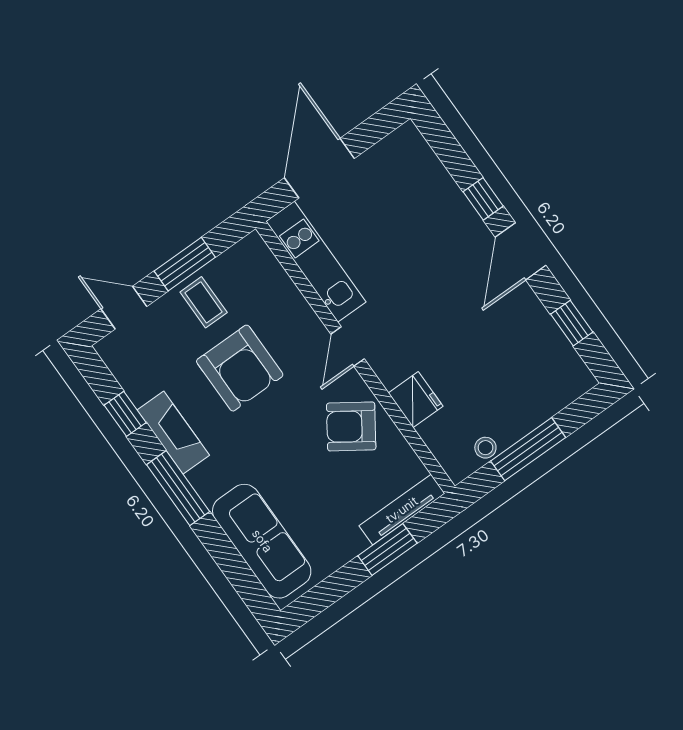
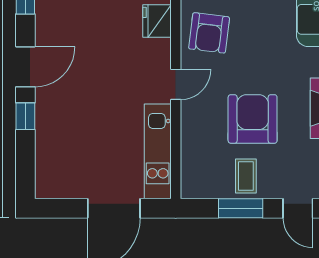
armchair: (351, 426) -> (209, 33), turned 63

